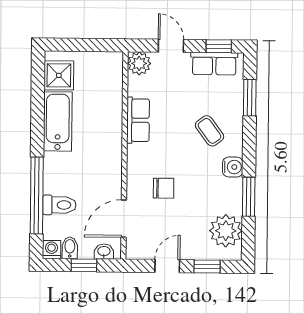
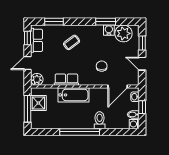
window: (83, 45) -> (27, 109), added
shower: (59, 75) -> (38, 103), moved
bathtub: (58, 121) -> (74, 95), moved, turned 180
water cooler: (233, 167) -> (109, 30), moved
window: (37, 196) -> (80, 132), moved
toilet: (59, 205) -> (100, 120), moved
door: (124, 219) -> (118, 87), hinge flipped

